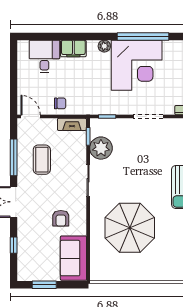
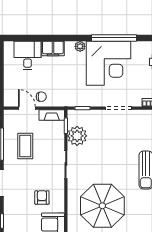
door: (31, 117) -> (27, 108), moved
armchair: (61, 218) -> (42, 197), turned 180

